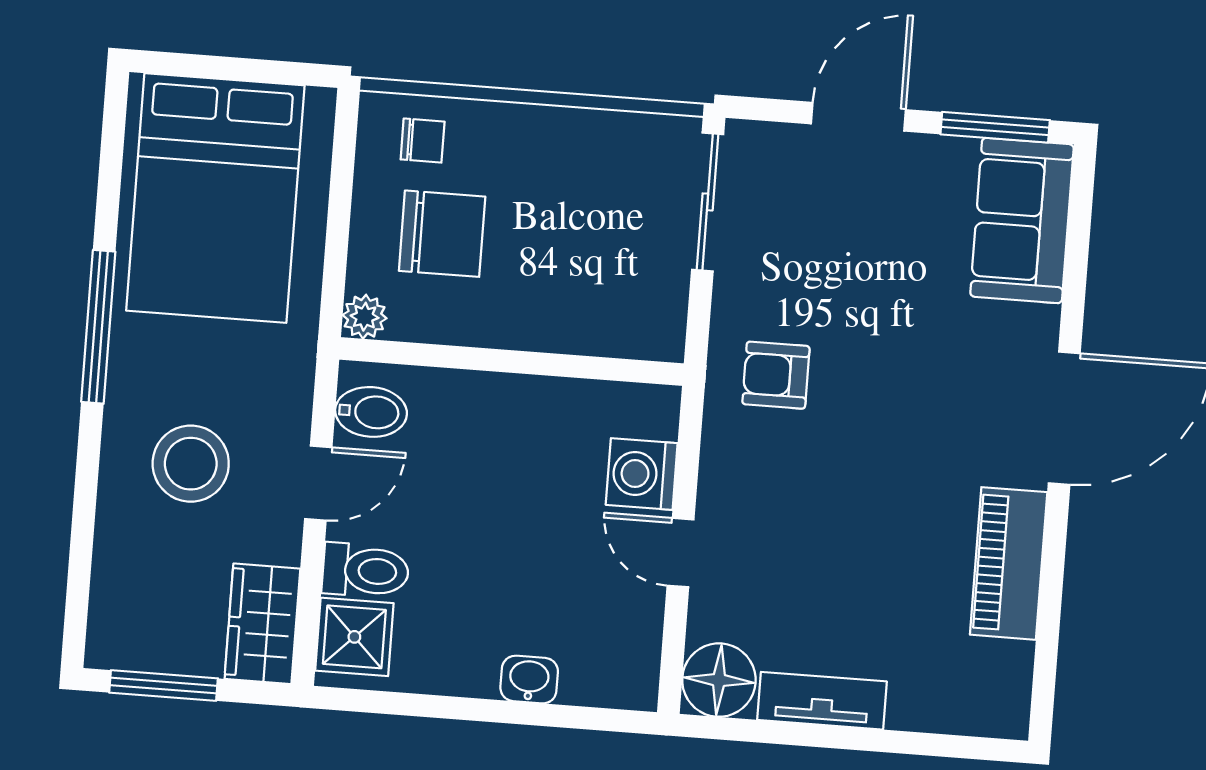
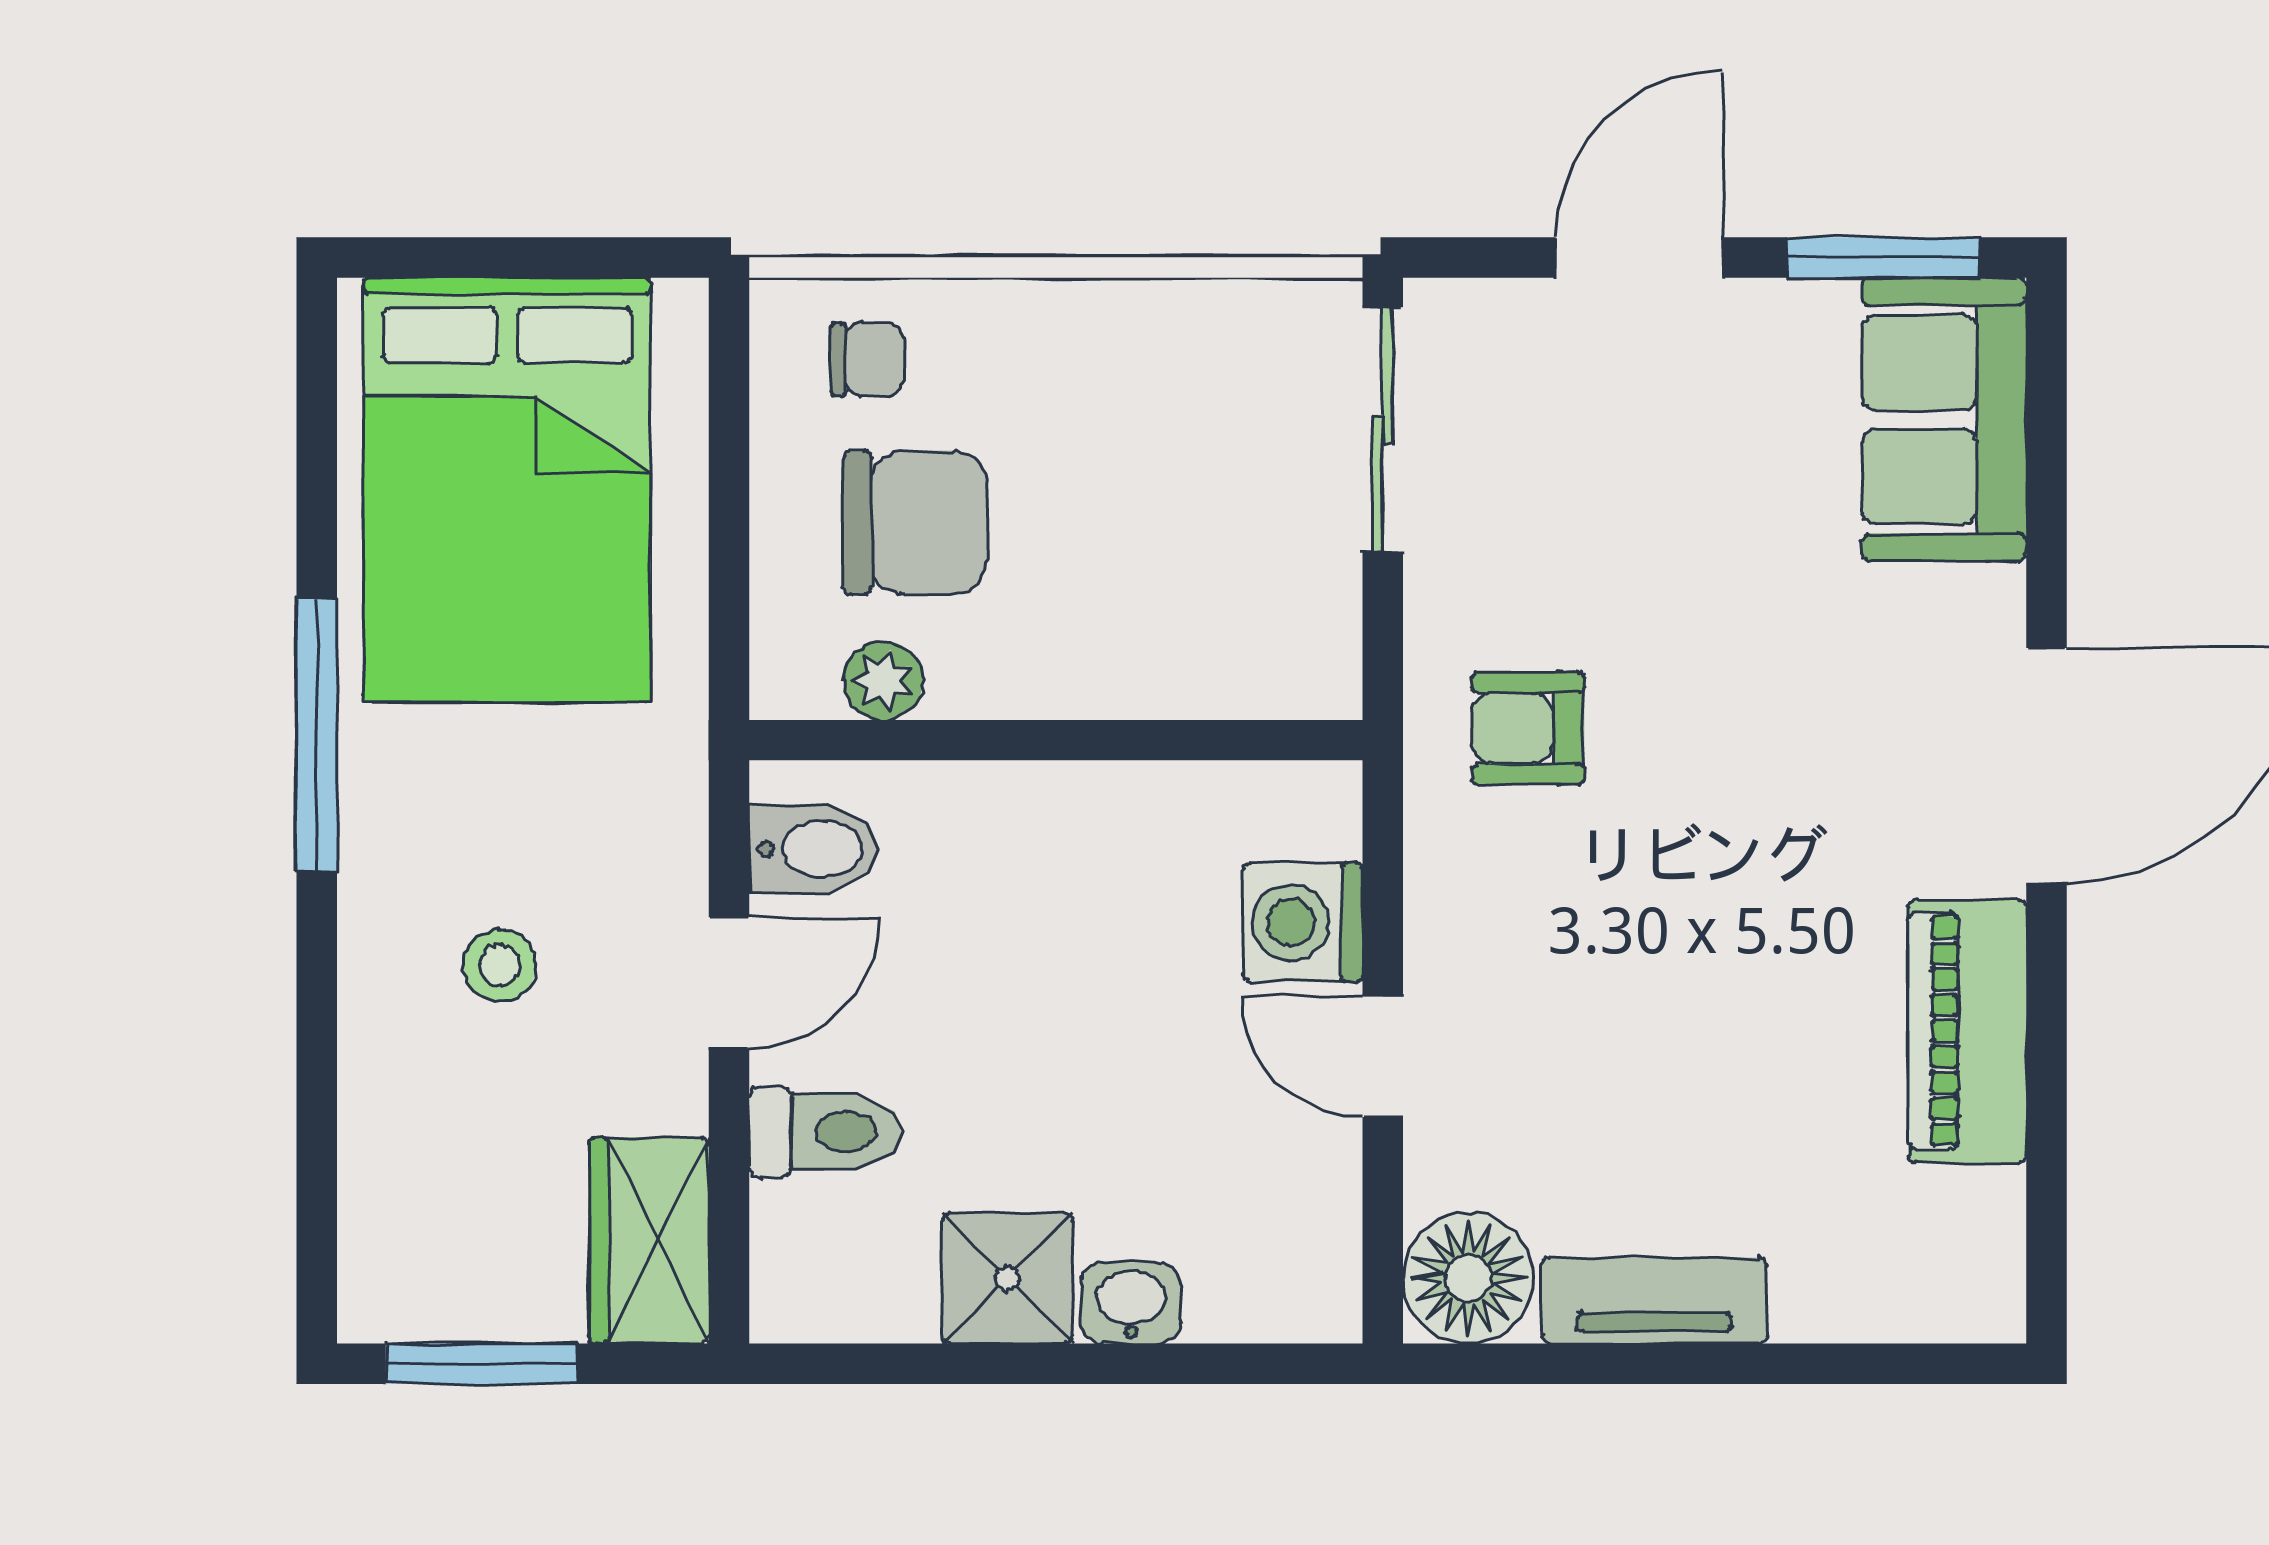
plant: (365, 317) -> (883, 681), moved
stool: (191, 464) -> (500, 965), width x0.53, depth x0.53
shower: (354, 637) -> (1007, 1278), moved

